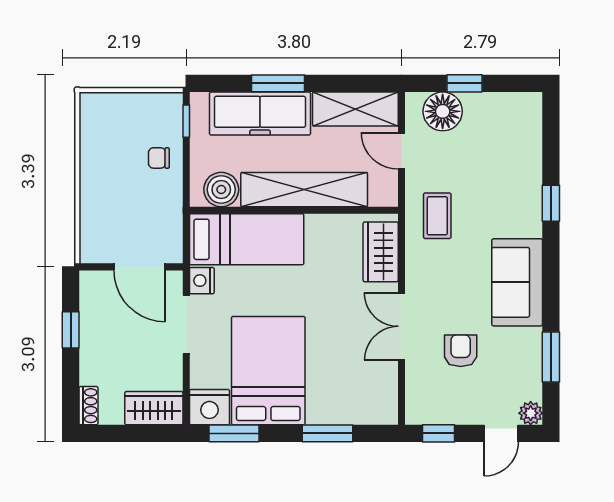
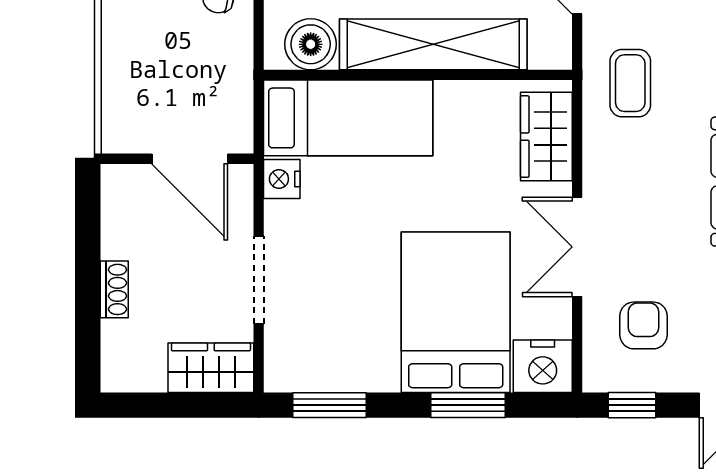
doorway: (186, 324) -> (259, 280), moved
window: (71, 330) -> (88, 252), removed
armchair: (461, 351) -> (644, 325), moved
bed: (268, 371) -> (456, 312), moved
shoe rack: (89, 406) -> (114, 289), moved
nightstand: (209, 407) -> (543, 366), moved

